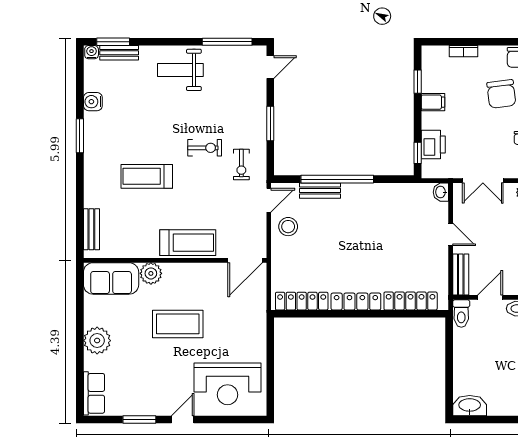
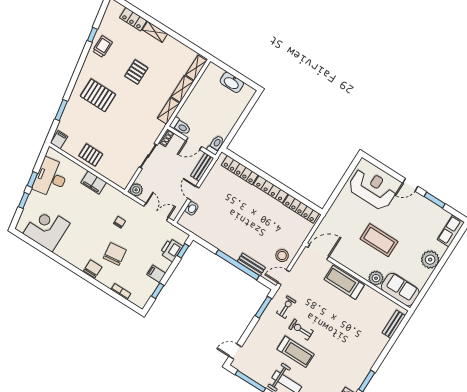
window: (270, 124) -> (263, 307), moved
treadmill: (147, 176) -> (296, 352), moved
washbasin: (441, 192) -> (192, 208), moved
washbasin: (470, 406) -> (232, 82), moved

